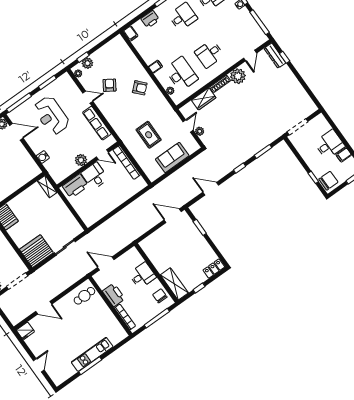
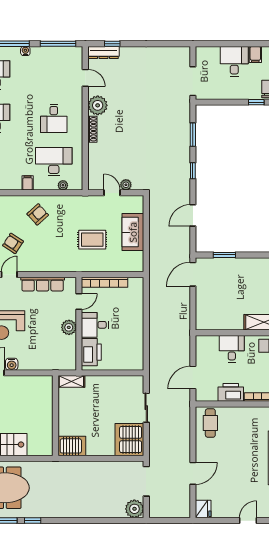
wardrobe: (204, 99) -> (96, 157), removed
water cooler: (43, 157) -> (12, 364), moved
door: (39, 365) -> (248, 521), hinge flipped

